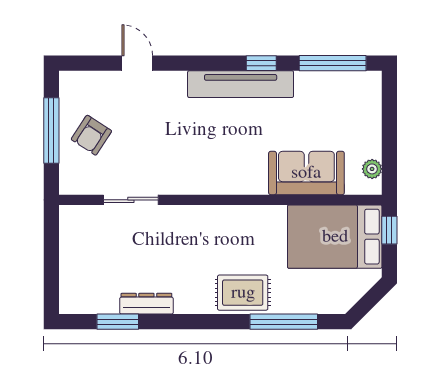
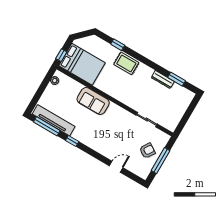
door: (137, 63) -> (116, 167), swing flipped
tv unit: (241, 84) -> (54, 120), moved
sofa: (306, 173) -> (93, 101), moved
window: (284, 322) -> (118, 45), width x0.46

